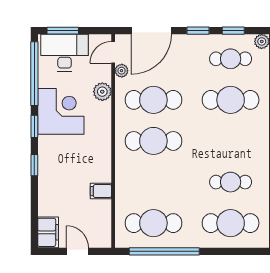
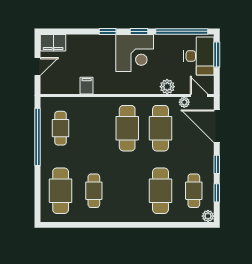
corner desk: (61, 111) -> (135, 53), moved
cafe table: (153, 223) -> (61, 128), width x0.73, depth x0.74

